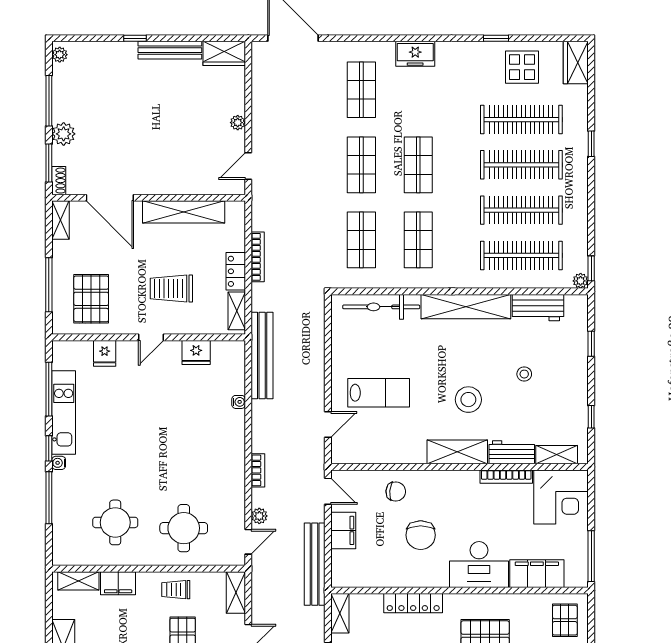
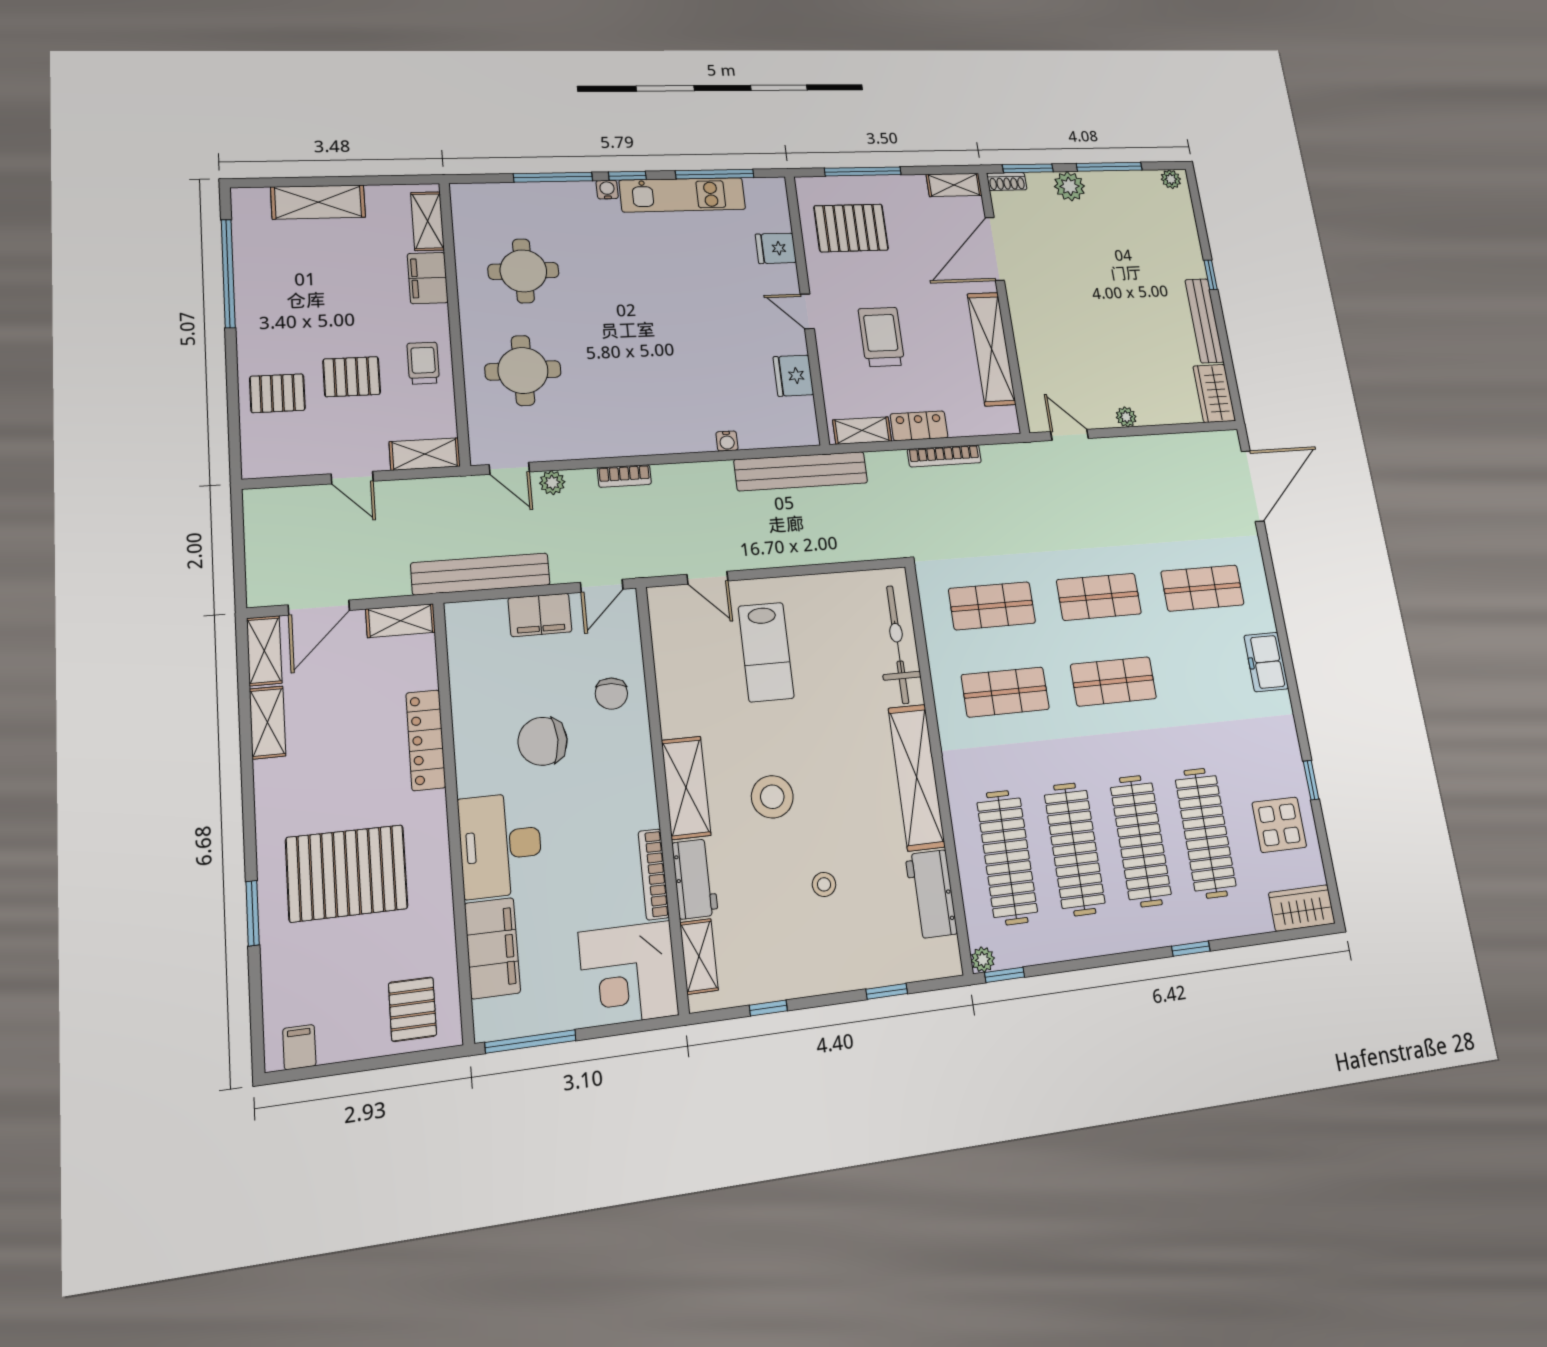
pallet: (565, 620) -> (412, 1009), turned 90

